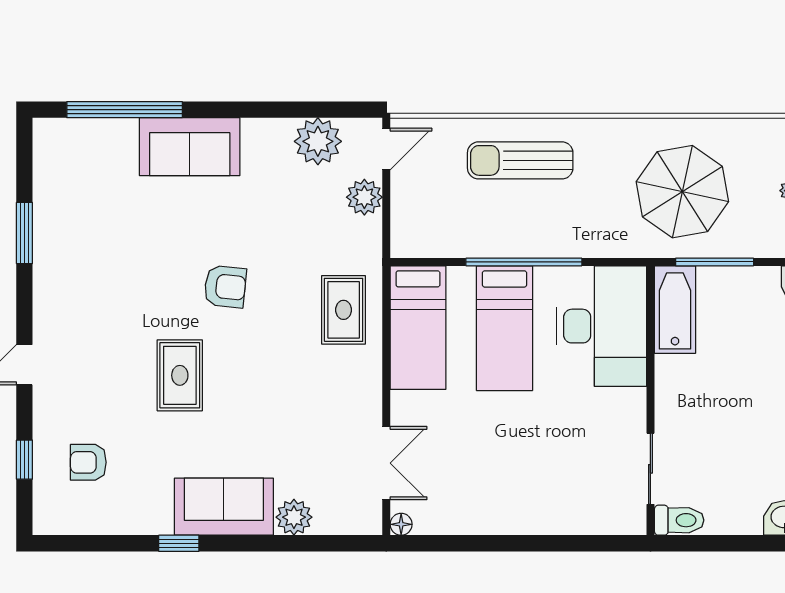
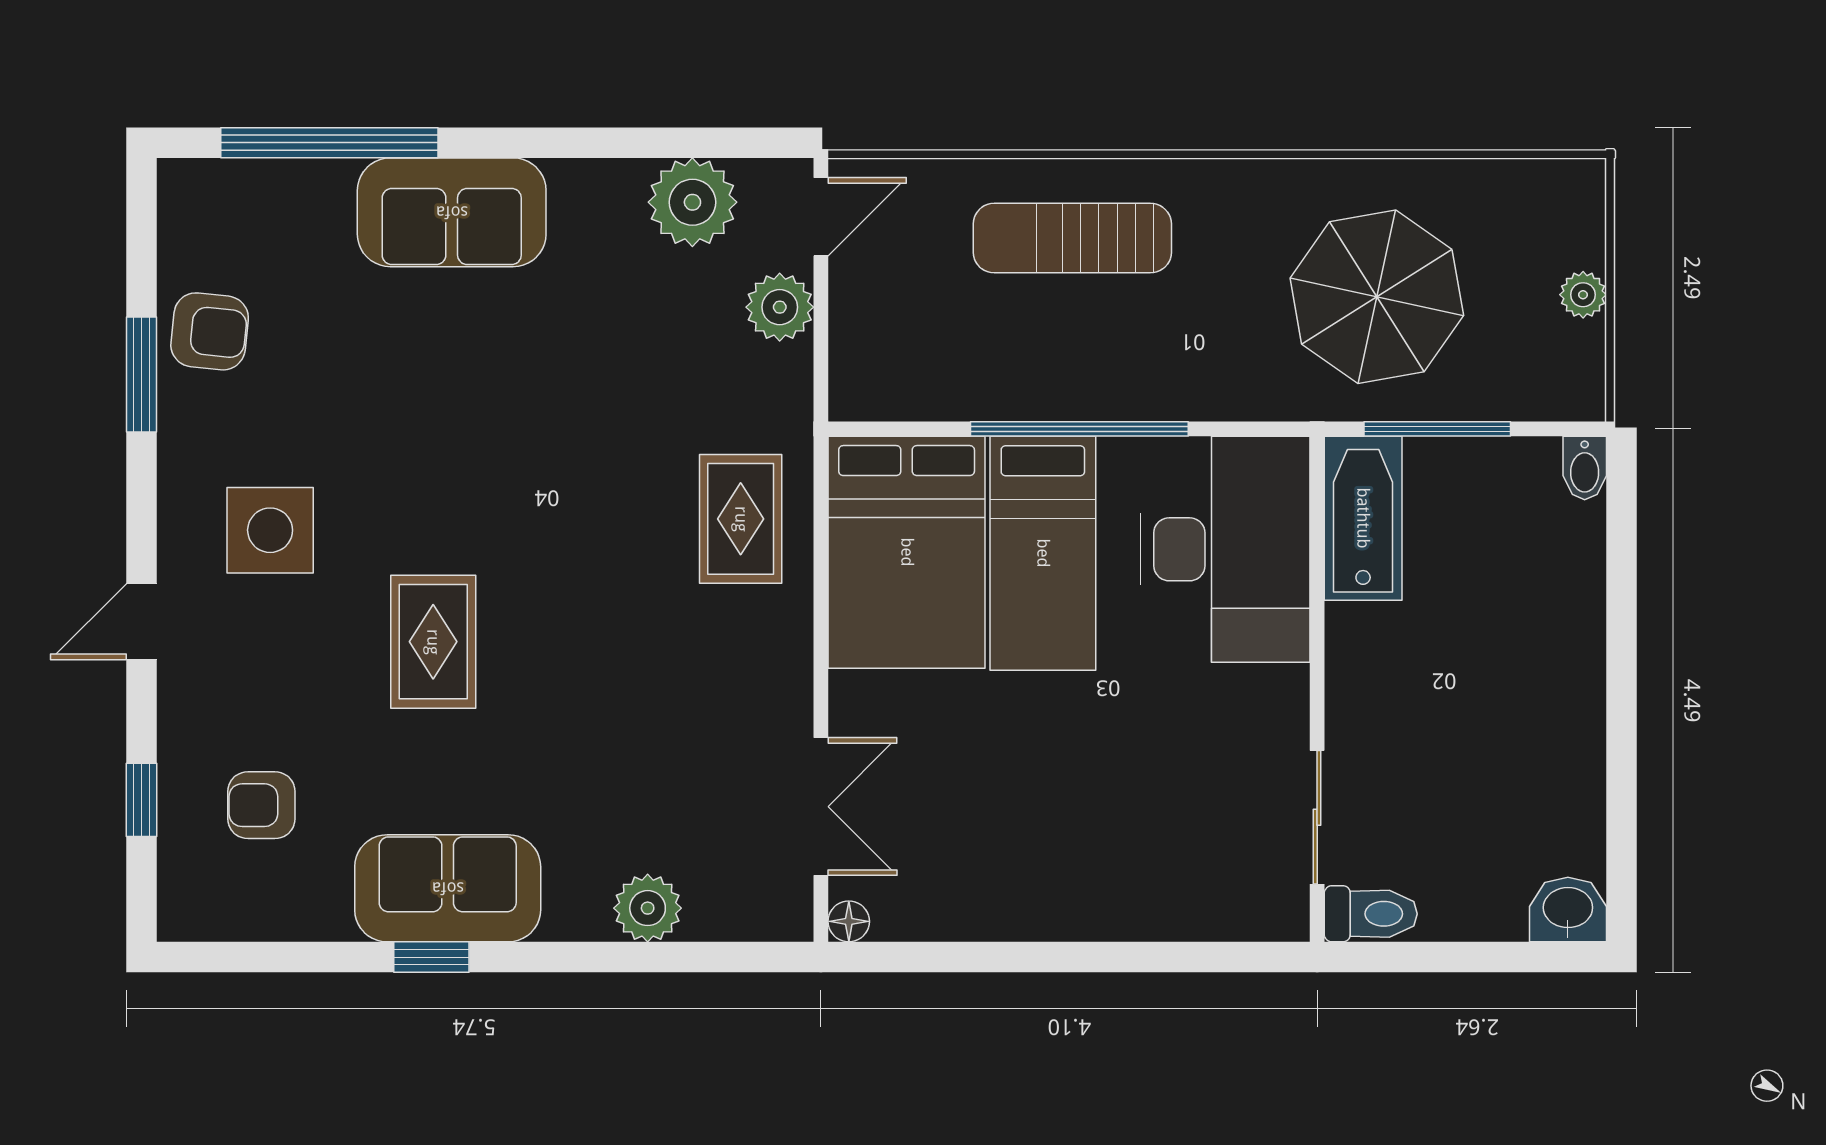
armchair: (225, 287) -> (210, 331), moved
side table: (93, 316) -> (270, 530), added
bed: (418, 328) -> (907, 552), width x1.50
sofa: (224, 507) -> (448, 888), moved

